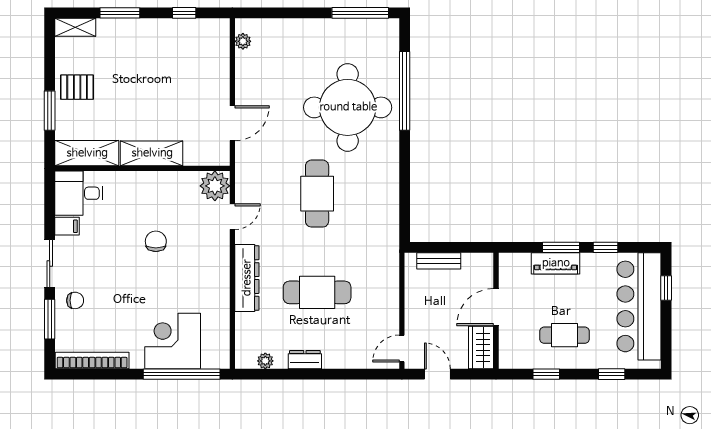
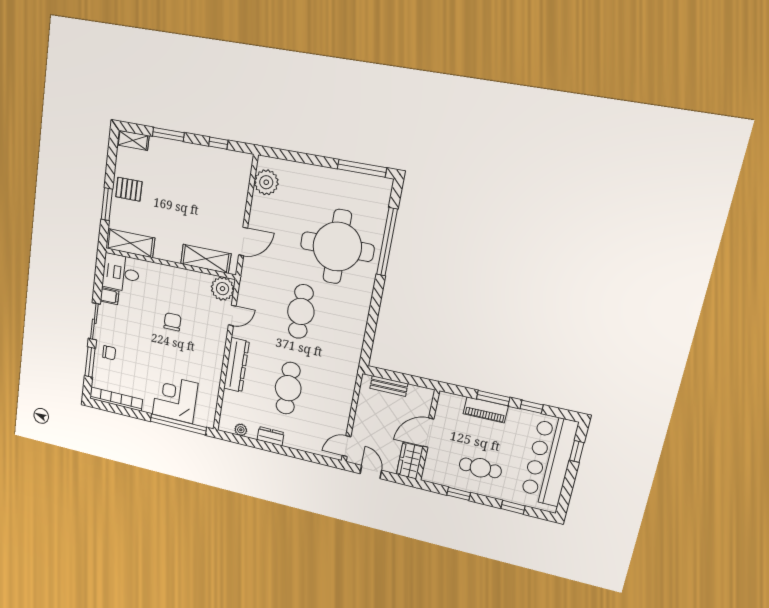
plant: (243, 41) -> (266, 182), width x1.88, depth x1.88
shelving: (152, 153) -> (206, 259), moved
cafe table: (317, 292) -> (288, 388), turned 90

